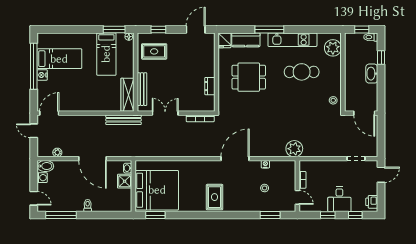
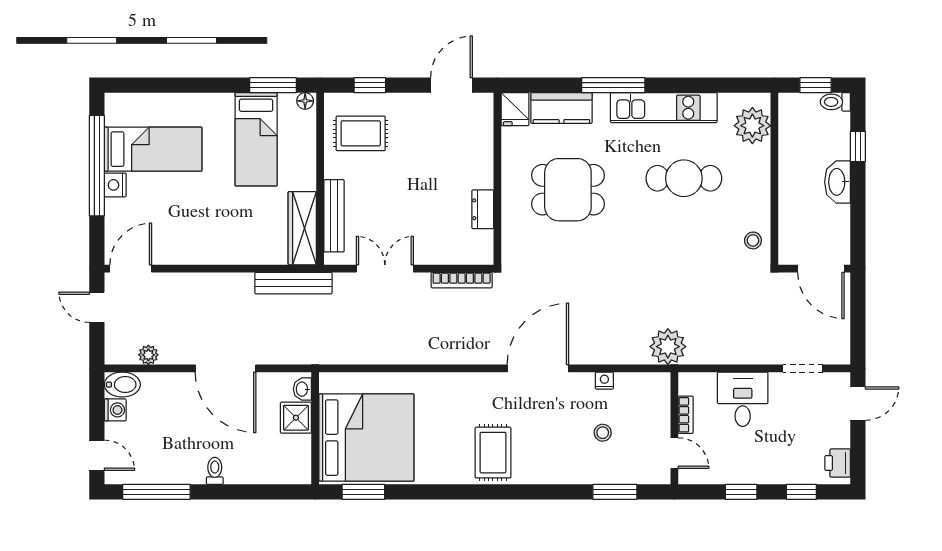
desk: (339, 199) -> (743, 399), moved, turned 180

